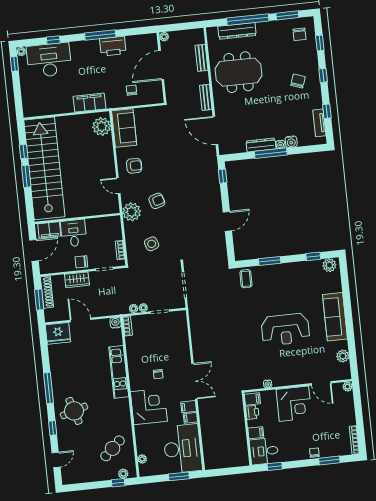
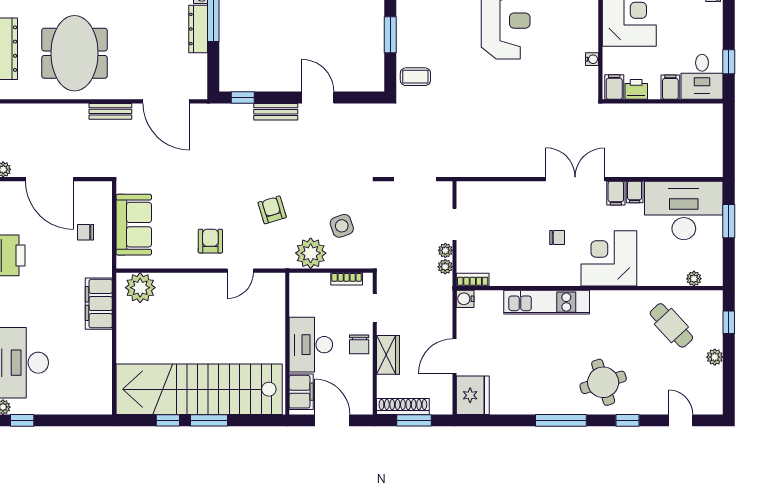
bench: (201, 58) -> (276, 112), moved
sofa: (124, 128) -> (134, 225), moved, turned 90
door: (215, 130) -> (166, 101), hinge flipped
plant: (132, 212) -> (311, 253), moved
desk: (74, 233) -> (311, 345), width x1.37
plant: (123, 474) -> (715, 357), moved

